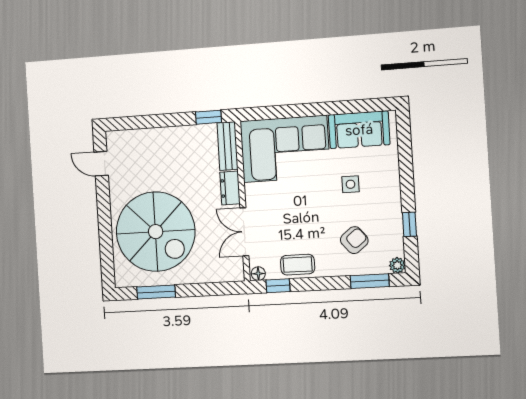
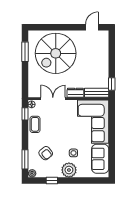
plant: (386, 191) -> (69, 170), added

